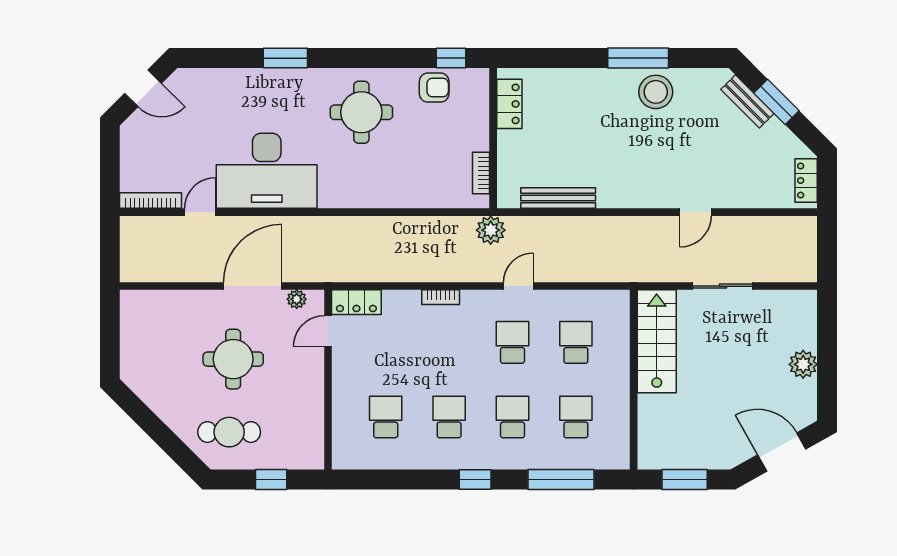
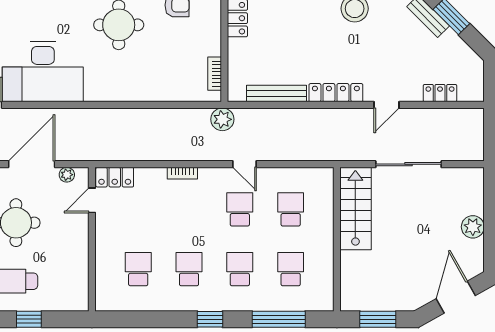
locker: (806, 181) -> (440, 93), moved, turned 90
locker: (632, 197) -> (336, 93), added
door: (518, 286) -> (245, 164), swing flipped
sliding door: (723, 286) -> (408, 164), width x1.37
door: (782, 452) -> (456, 297), hinge flipped
window: (271, 480) -> (29, 319), moved

